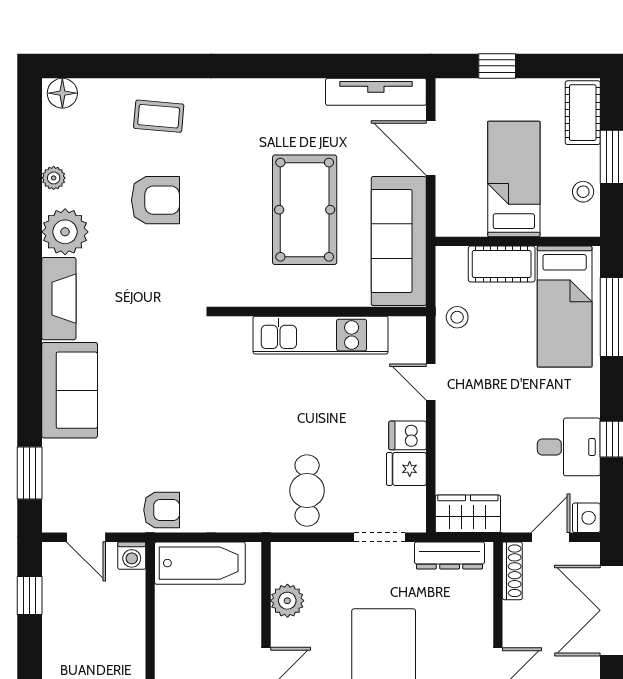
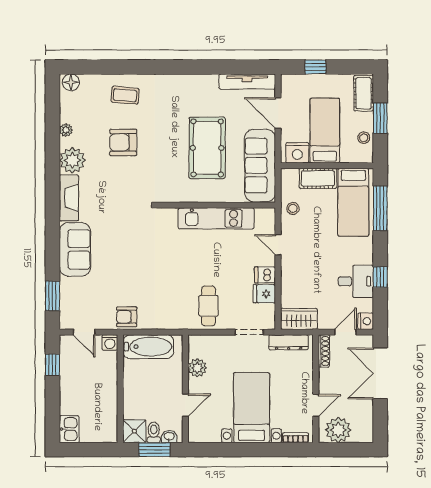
armchair: (155, 200) -> (123, 142), turned 180
nightstand: (465, 218) -> (297, 153), added
armchair: (162, 510) -> (127, 317), turned 180

